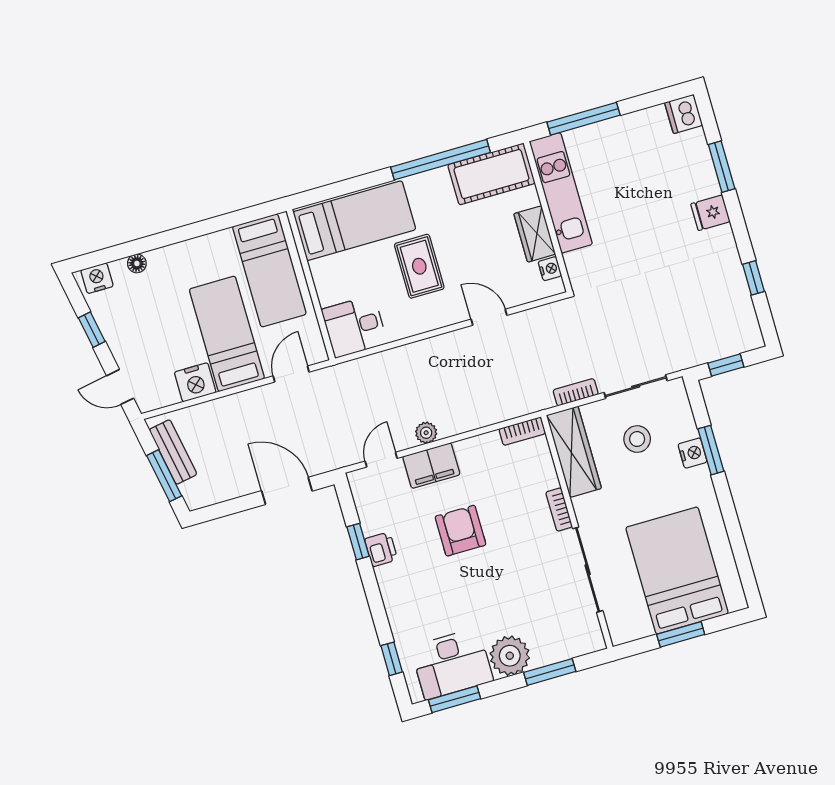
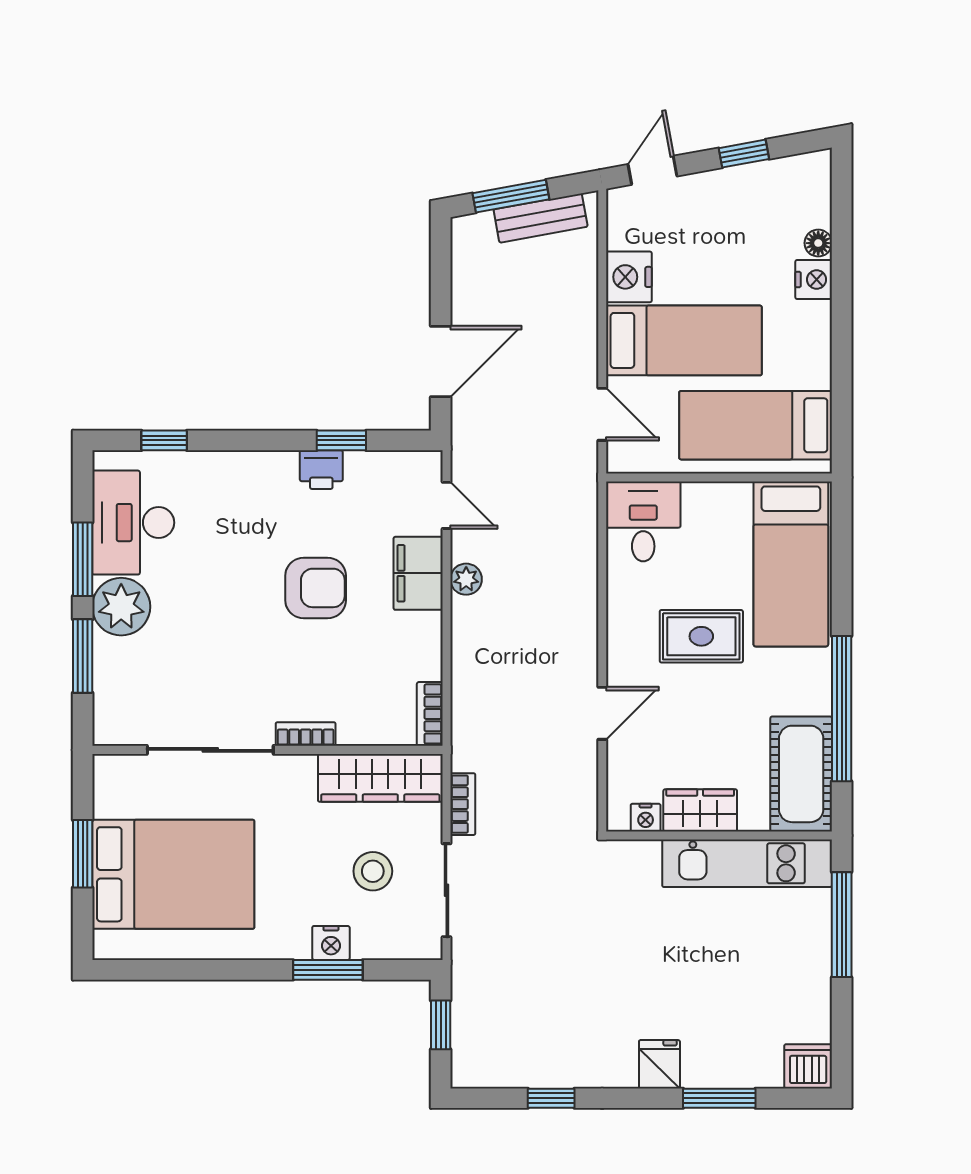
nightstand: (97, 278) -> (814, 280), moved
window: (455, 699) -> (83, 559), moved

